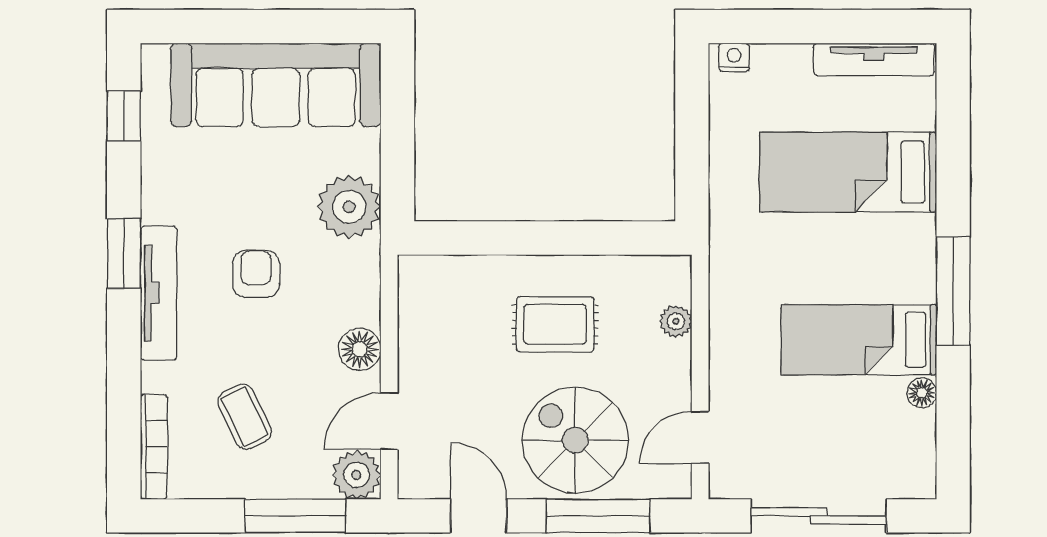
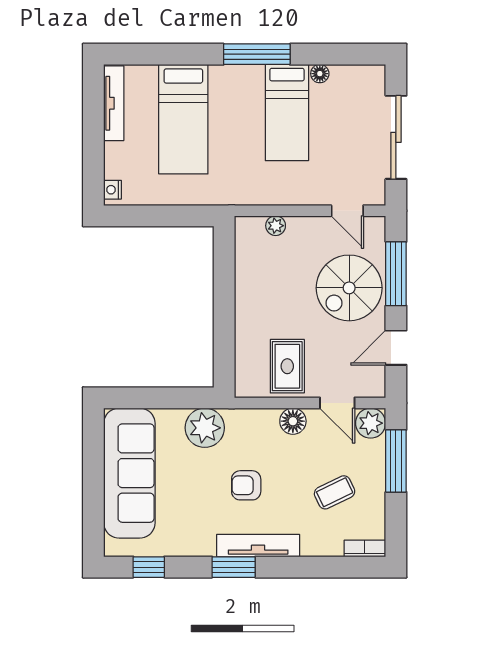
rug: (555, 324) -> (287, 366), moved
bookcase: (154, 447) -> (365, 548), width x0.64

